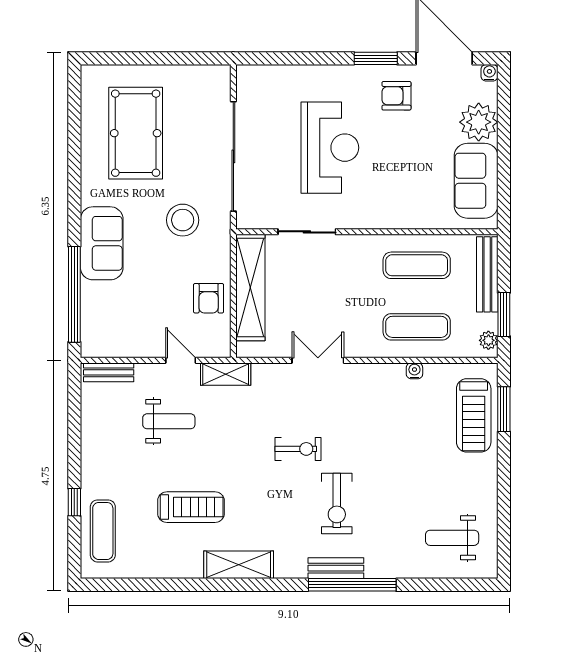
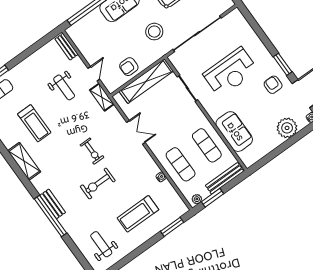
sofa: (476, 181) -> (234, 132), moved, turned 90
treadmill: (474, 415) -> (138, 214), moved
exercise bike: (337, 503) -> (98, 184), moved

